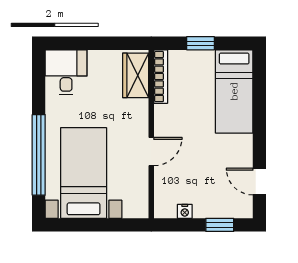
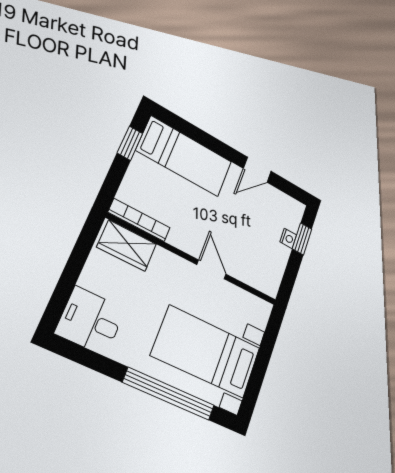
window: (200, 43) -> (130, 143), moved
door: (259, 182) -> (257, 170), moved
nightstand: (185, 211) -> (288, 238), moved

